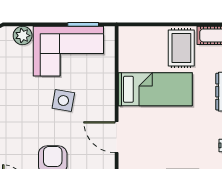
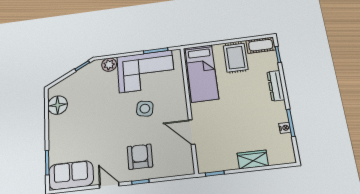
bed: (155, 89) -> (202, 73), moved, turned 90

